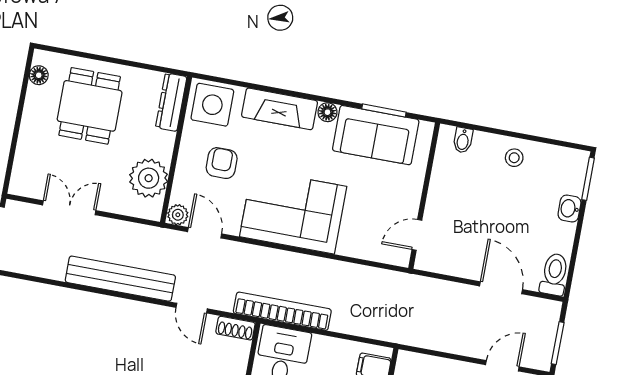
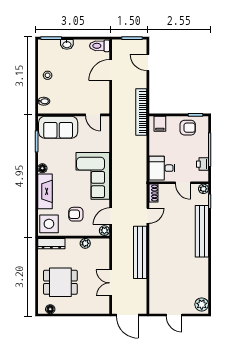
sofa: (376, 135) -> (58, 127), moved, turned 90
plant: (149, 178) -> (85, 243), width x0.53, depth x0.53
bookcase: (282, 311) -> (141, 112), moved

